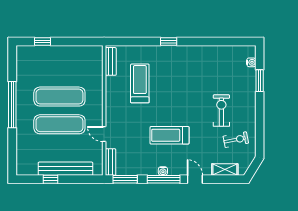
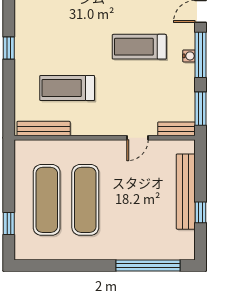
bench: (111, 61) -> (44, 129), width x1.36
window: (12, 105) -> (148, 266), moved
exercise mat: (59, 124) -> (47, 200), moved
treadmill: (170, 135) -> (139, 47), turned 90

